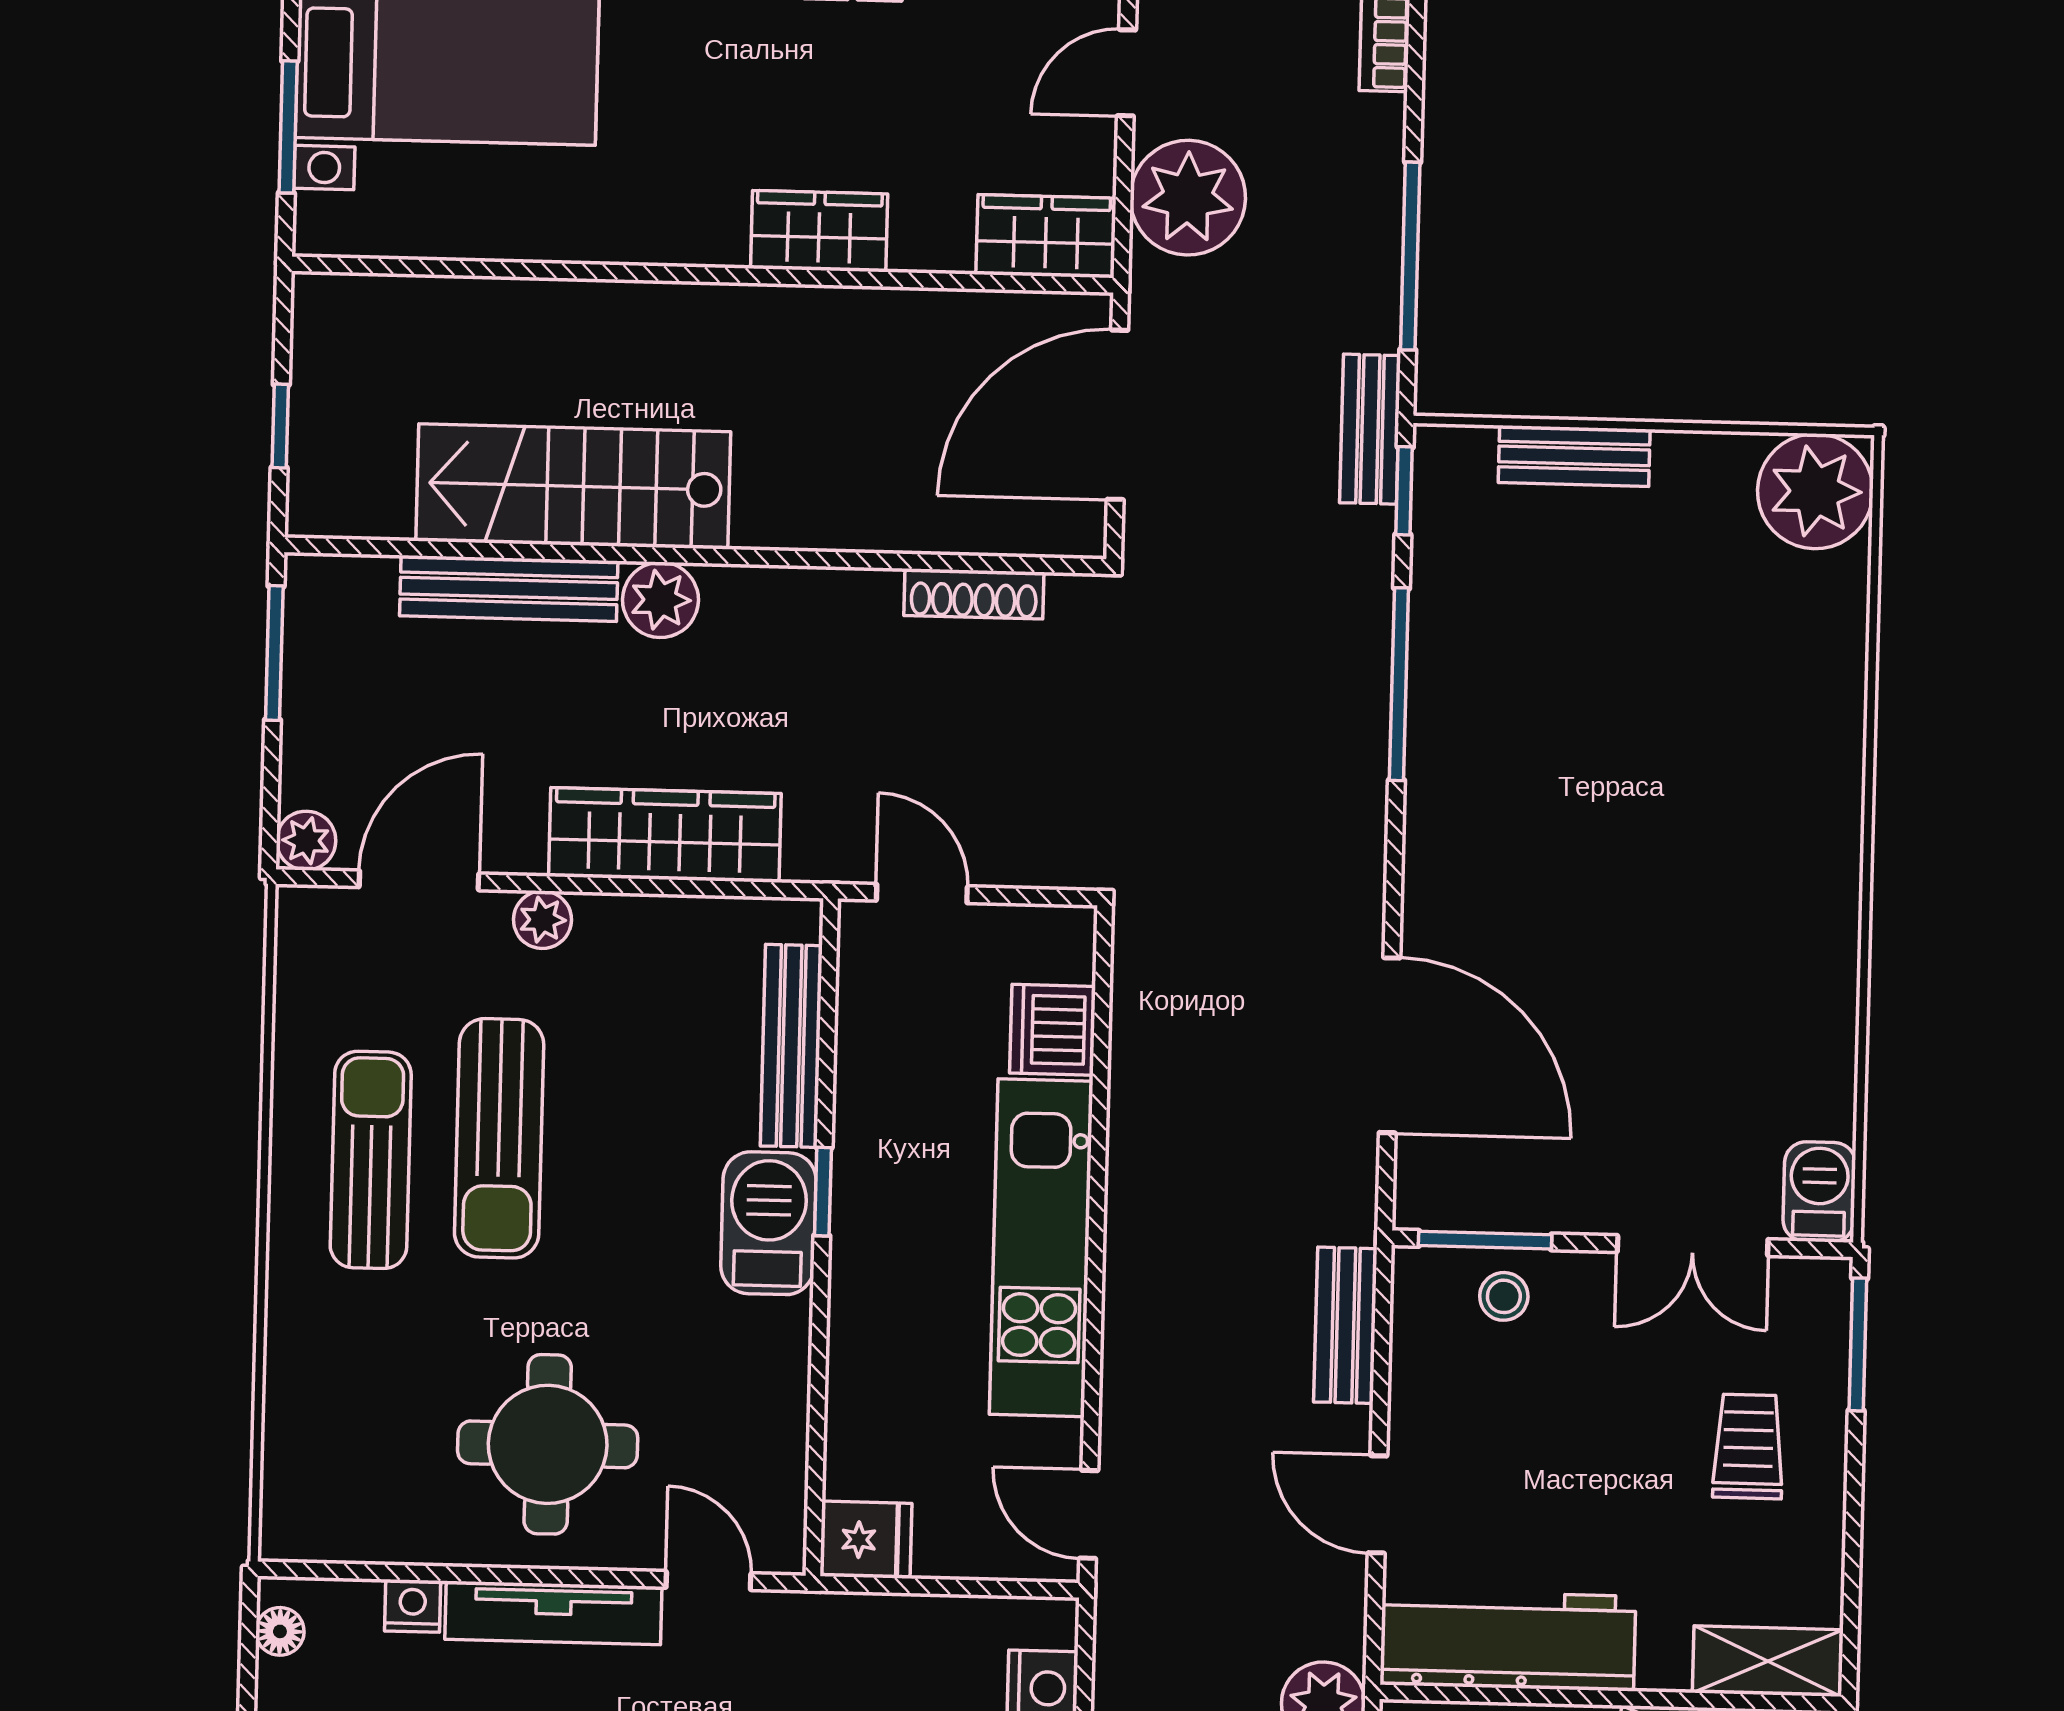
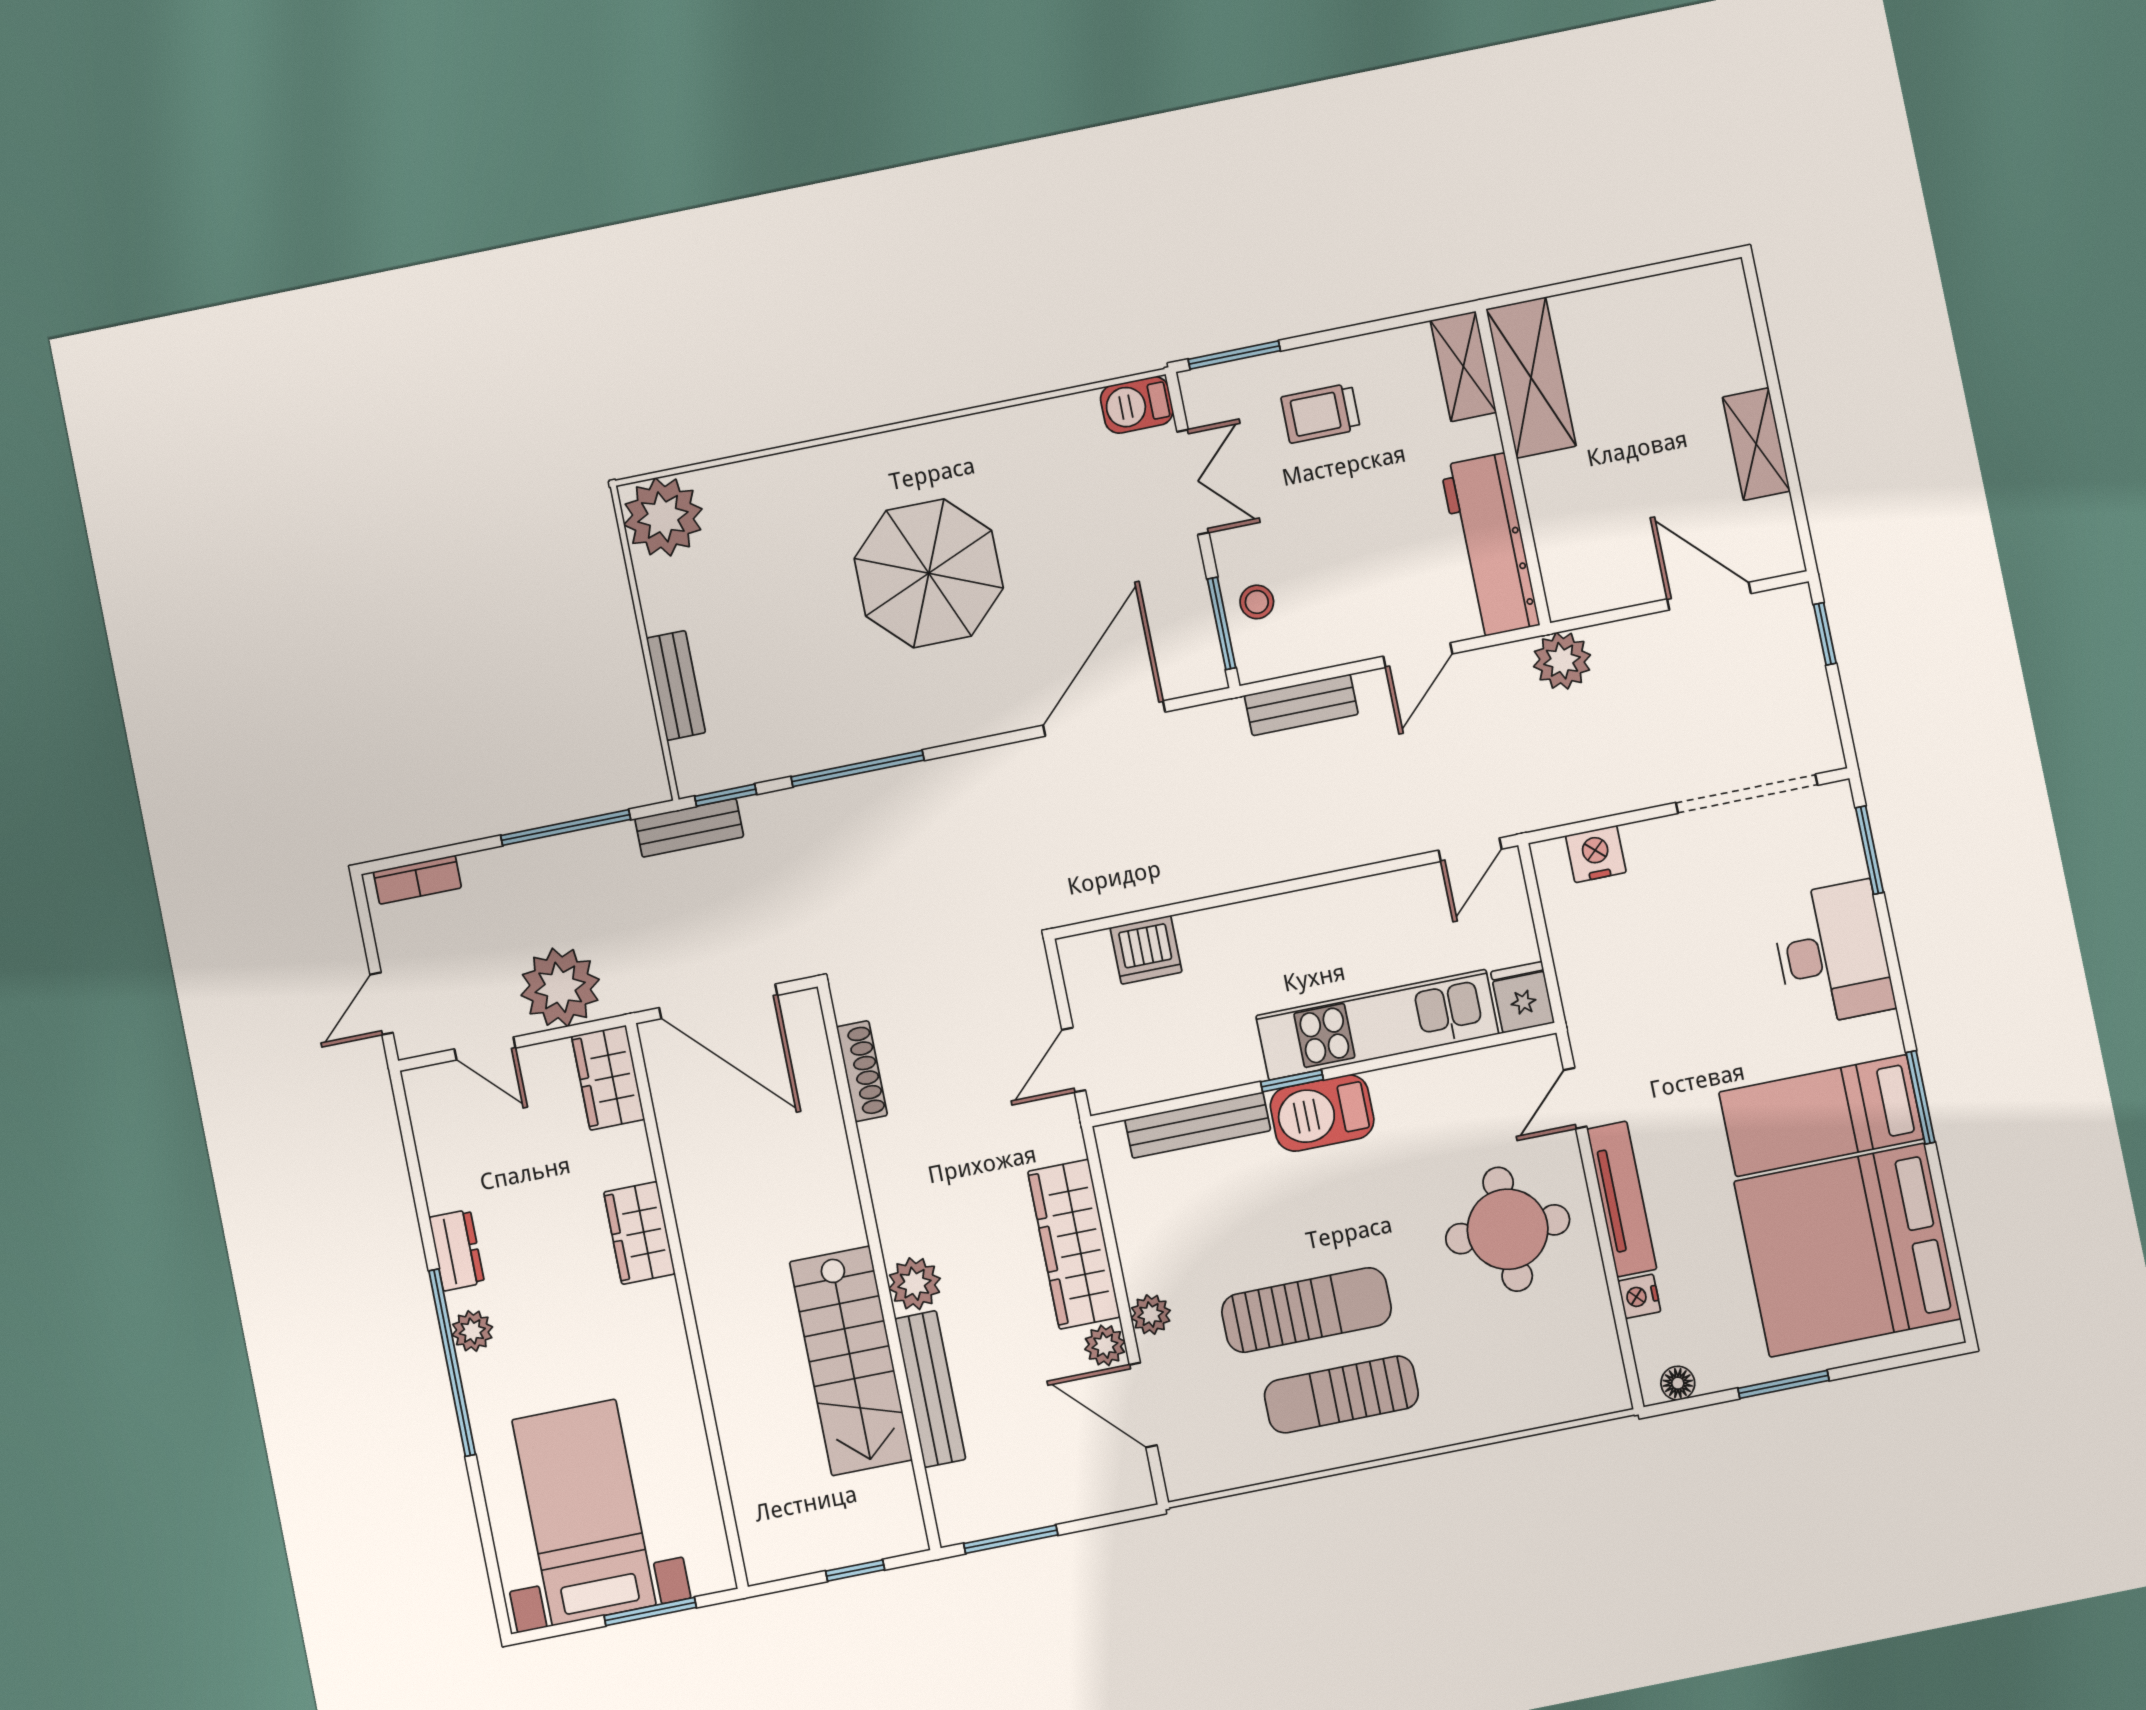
plant: (306, 841) -> (1105, 1345), moved
parasol: (1650, 846) -> (929, 573), added
kitchen unit: (1041, 1248) -> (1377, 1025), moved, turned 180

